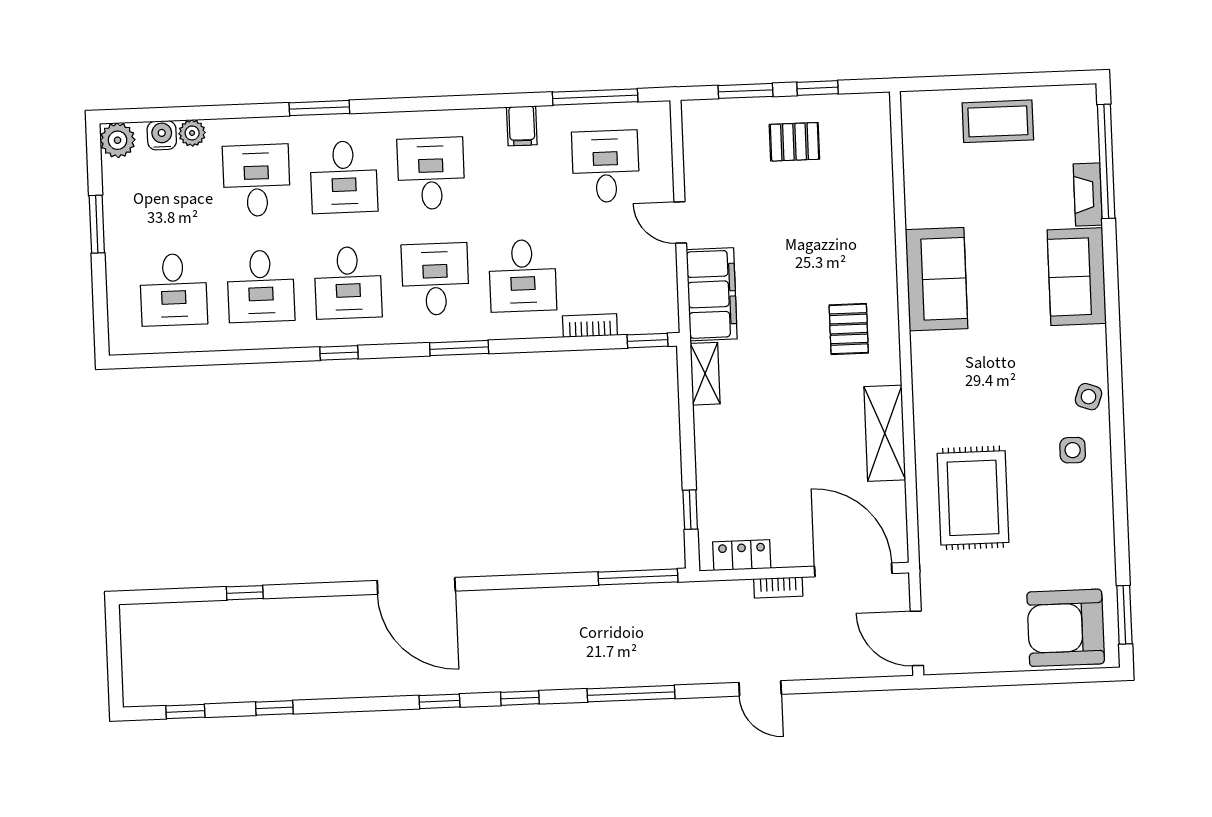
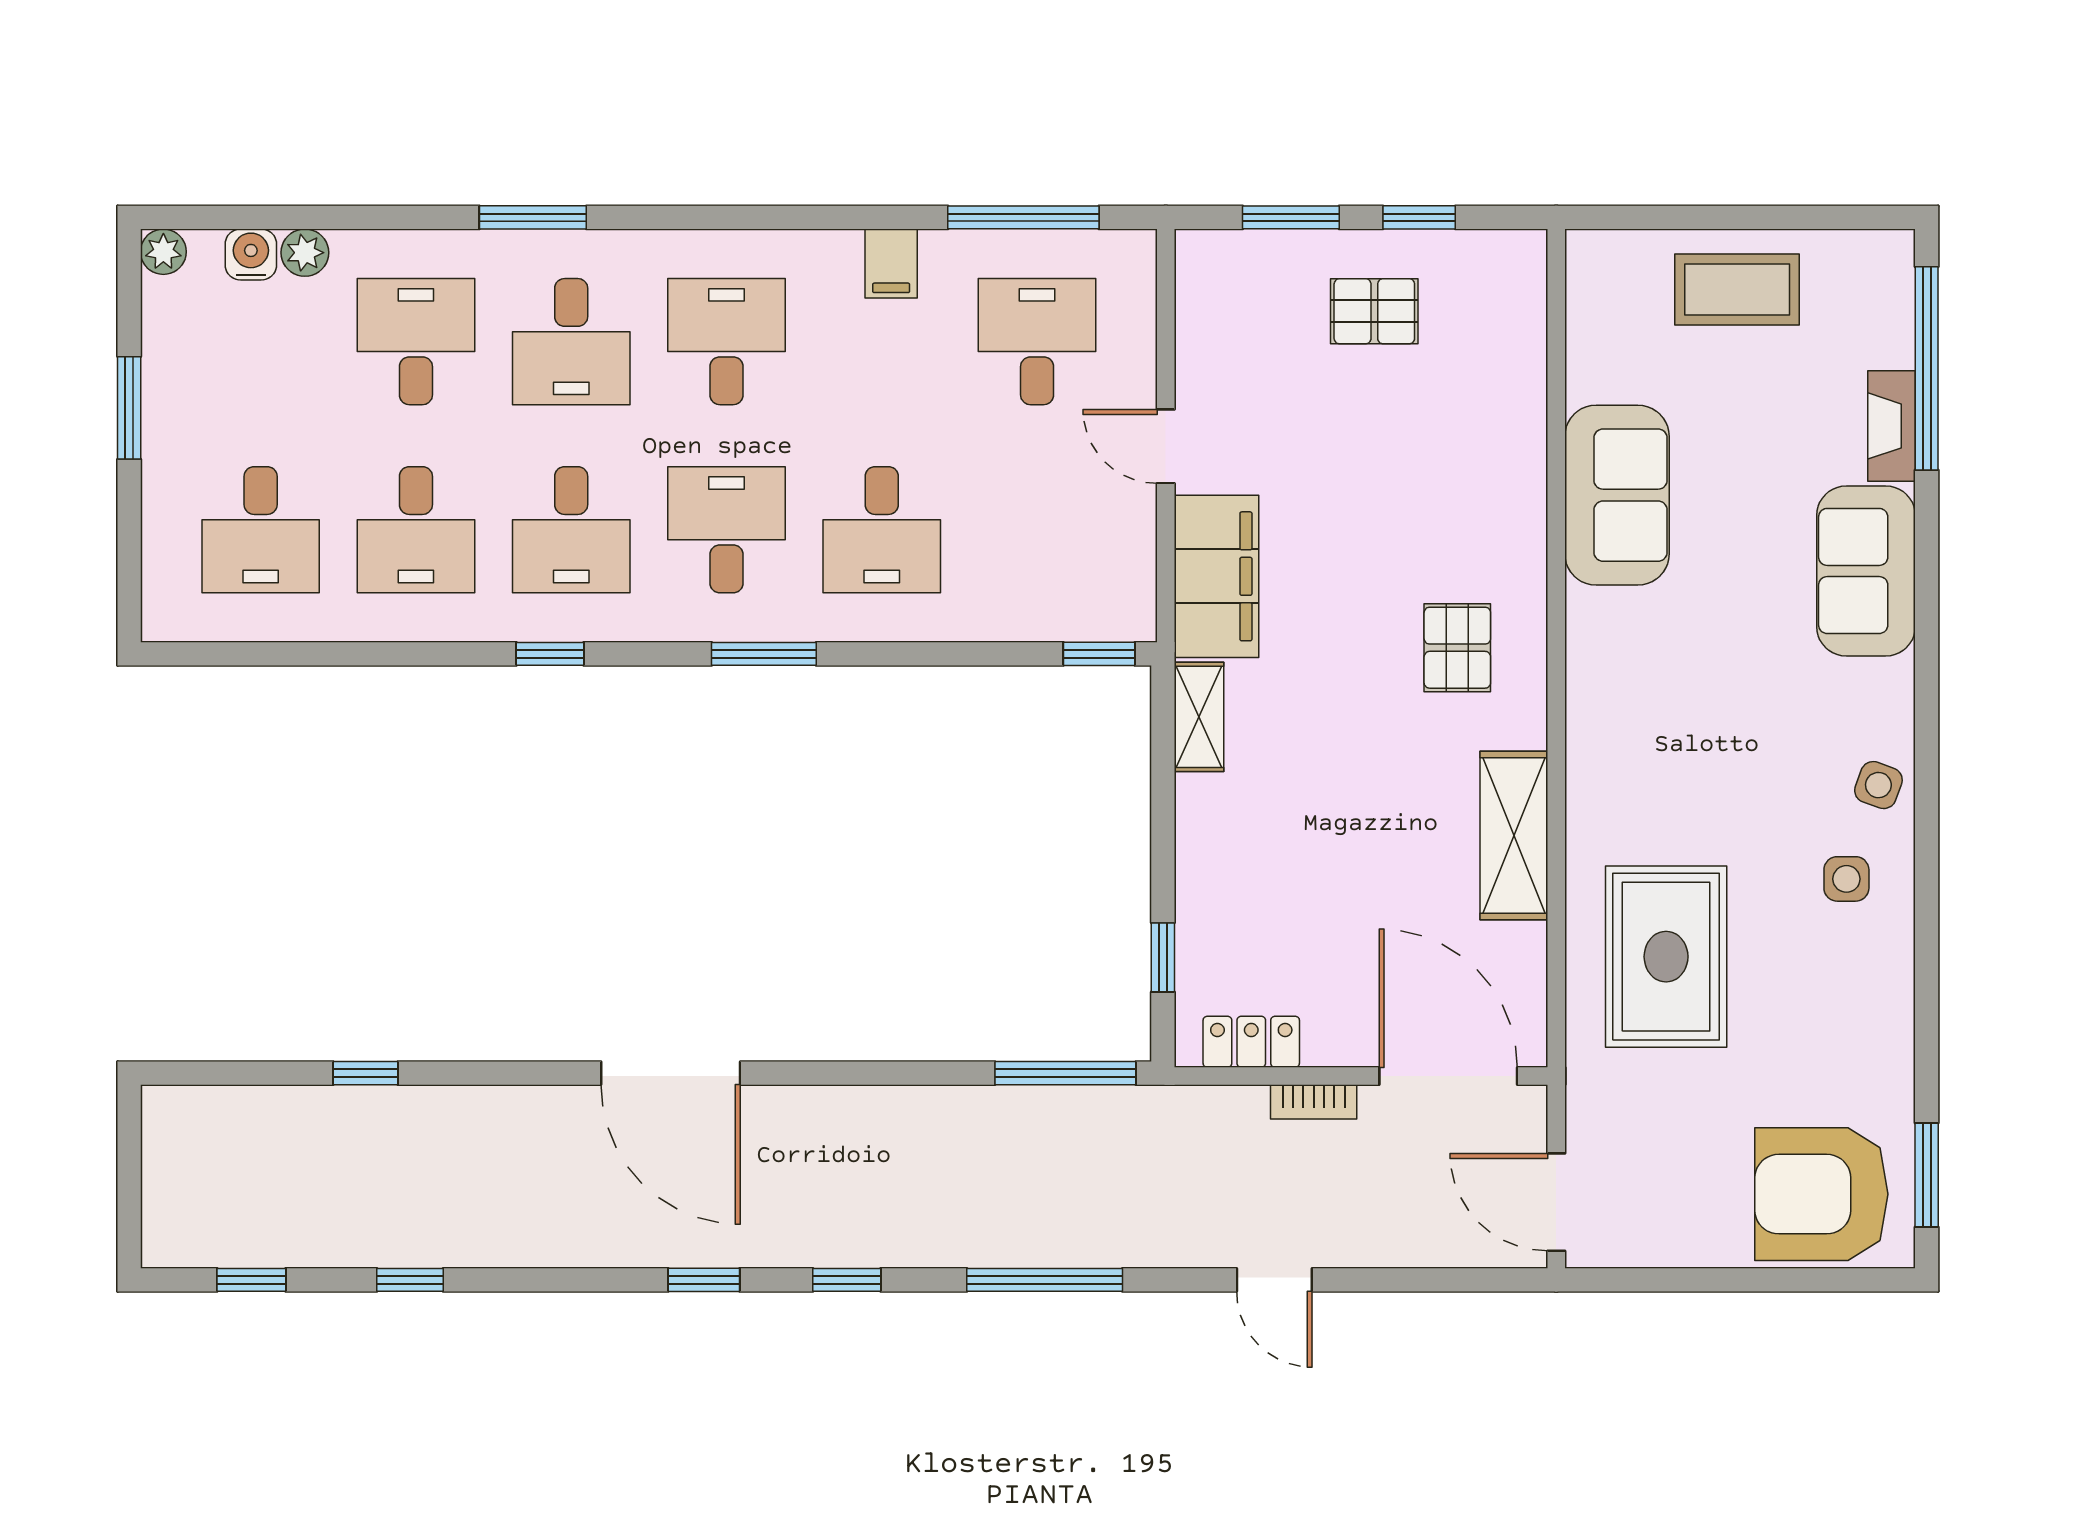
plant: (118, 140) -> (163, 252), width x0.73, depth x0.73
sofa: (937, 279) -> (1617, 495), moved
bookcase: (590, 326) -> (998, 623), removed

